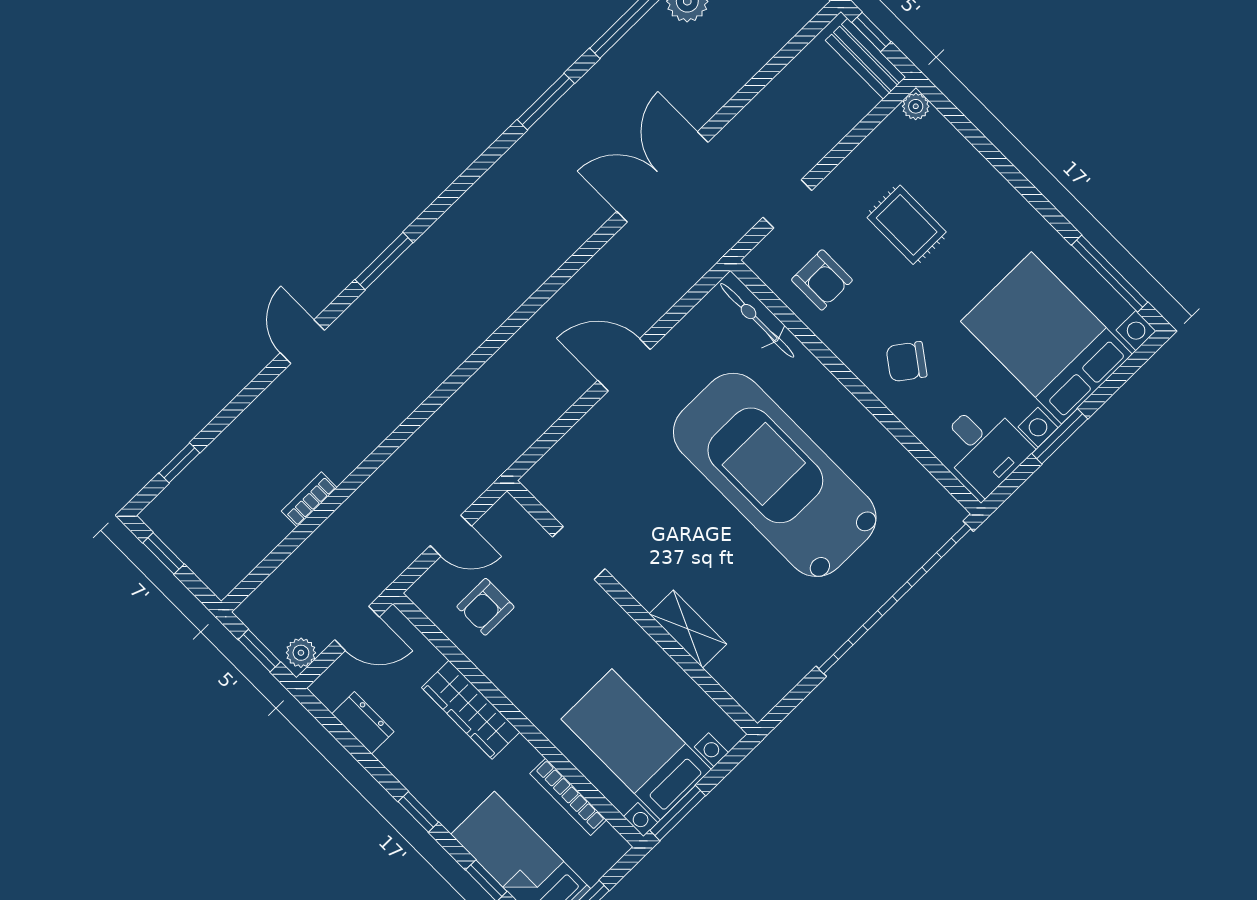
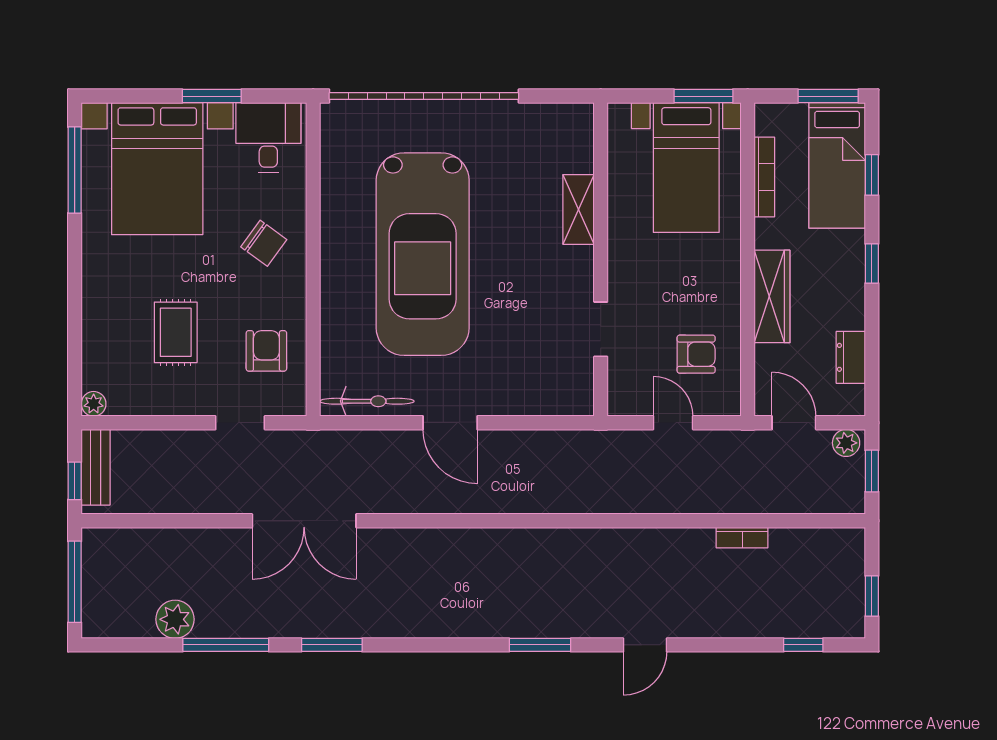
bicycle: (757, 320) -> (367, 401), moved, turned -90

